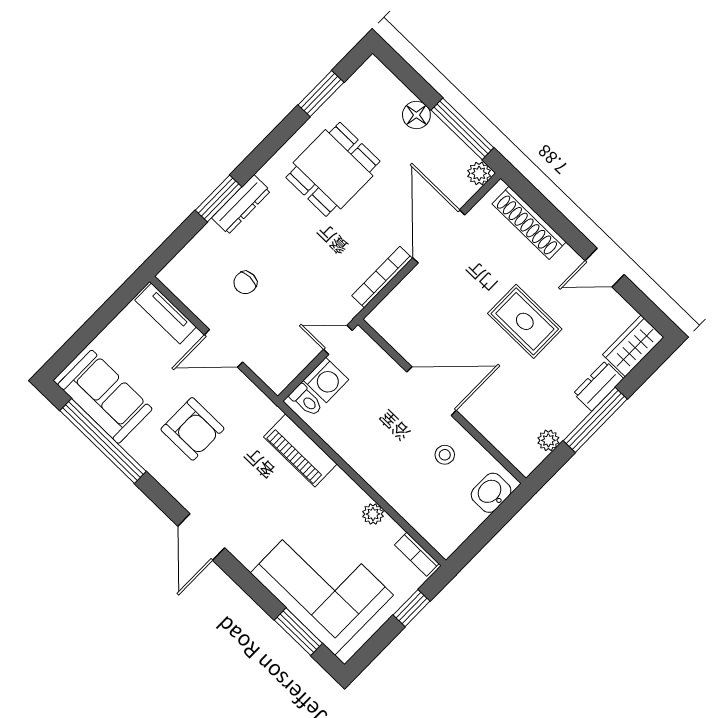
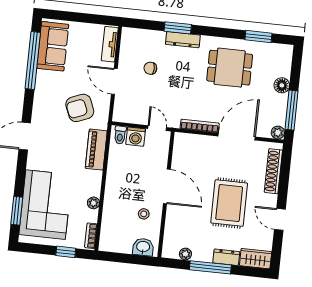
rug: (525, 321) -> (229, 203), width x1.36, depth x1.43
armchair: (192, 429) -> (80, 108), moved, turned 68

